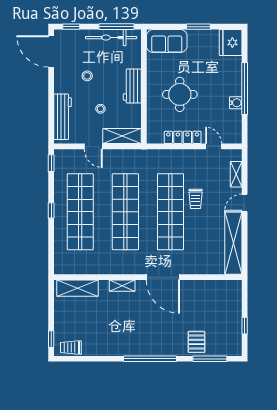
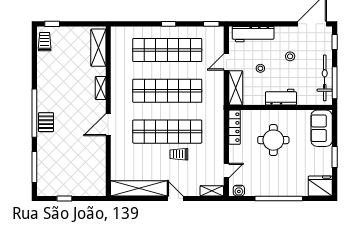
water cooler: (236, 103) -> (239, 191), moved
locker: (183, 137) -> (235, 127), moved
shelving: (236, 174) -> (212, 191), moved
door: (163, 277) -> (108, 125), width x0.73
pallet: (196, 342) -> (46, 122), moved, turned 90

